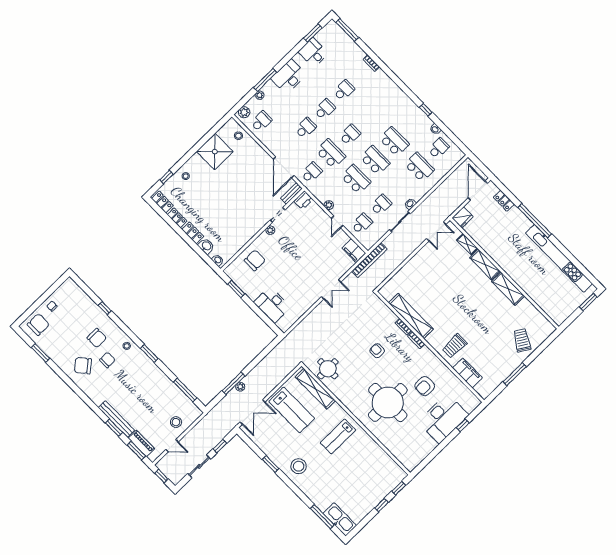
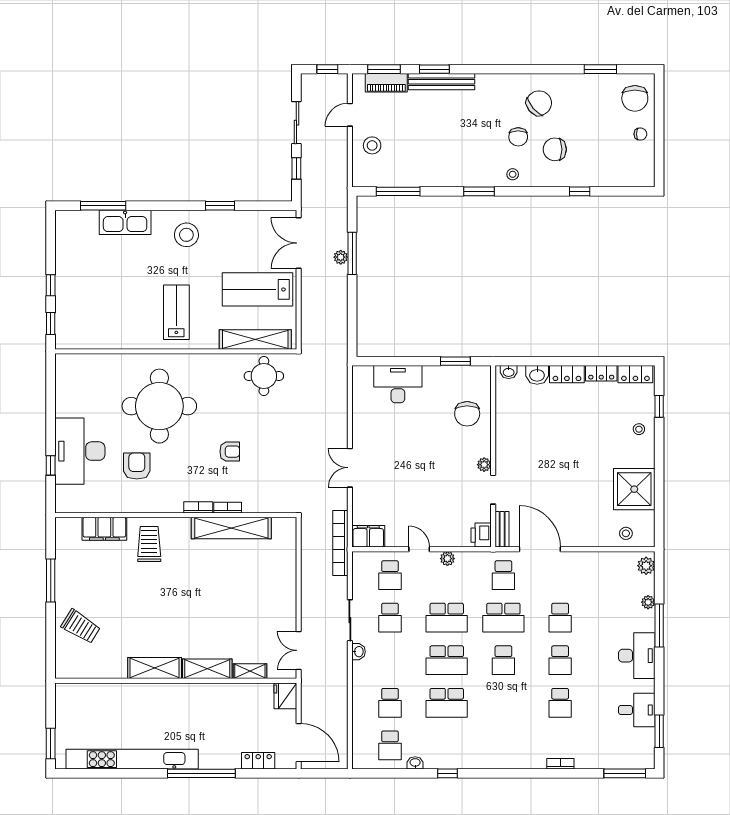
school desk: (261, 121) -> (617, 575), removed
school desk: (419, 167) -> (390, 703), width x0.54
kitchen sink: (340, 519) -> (125, 222), moved

